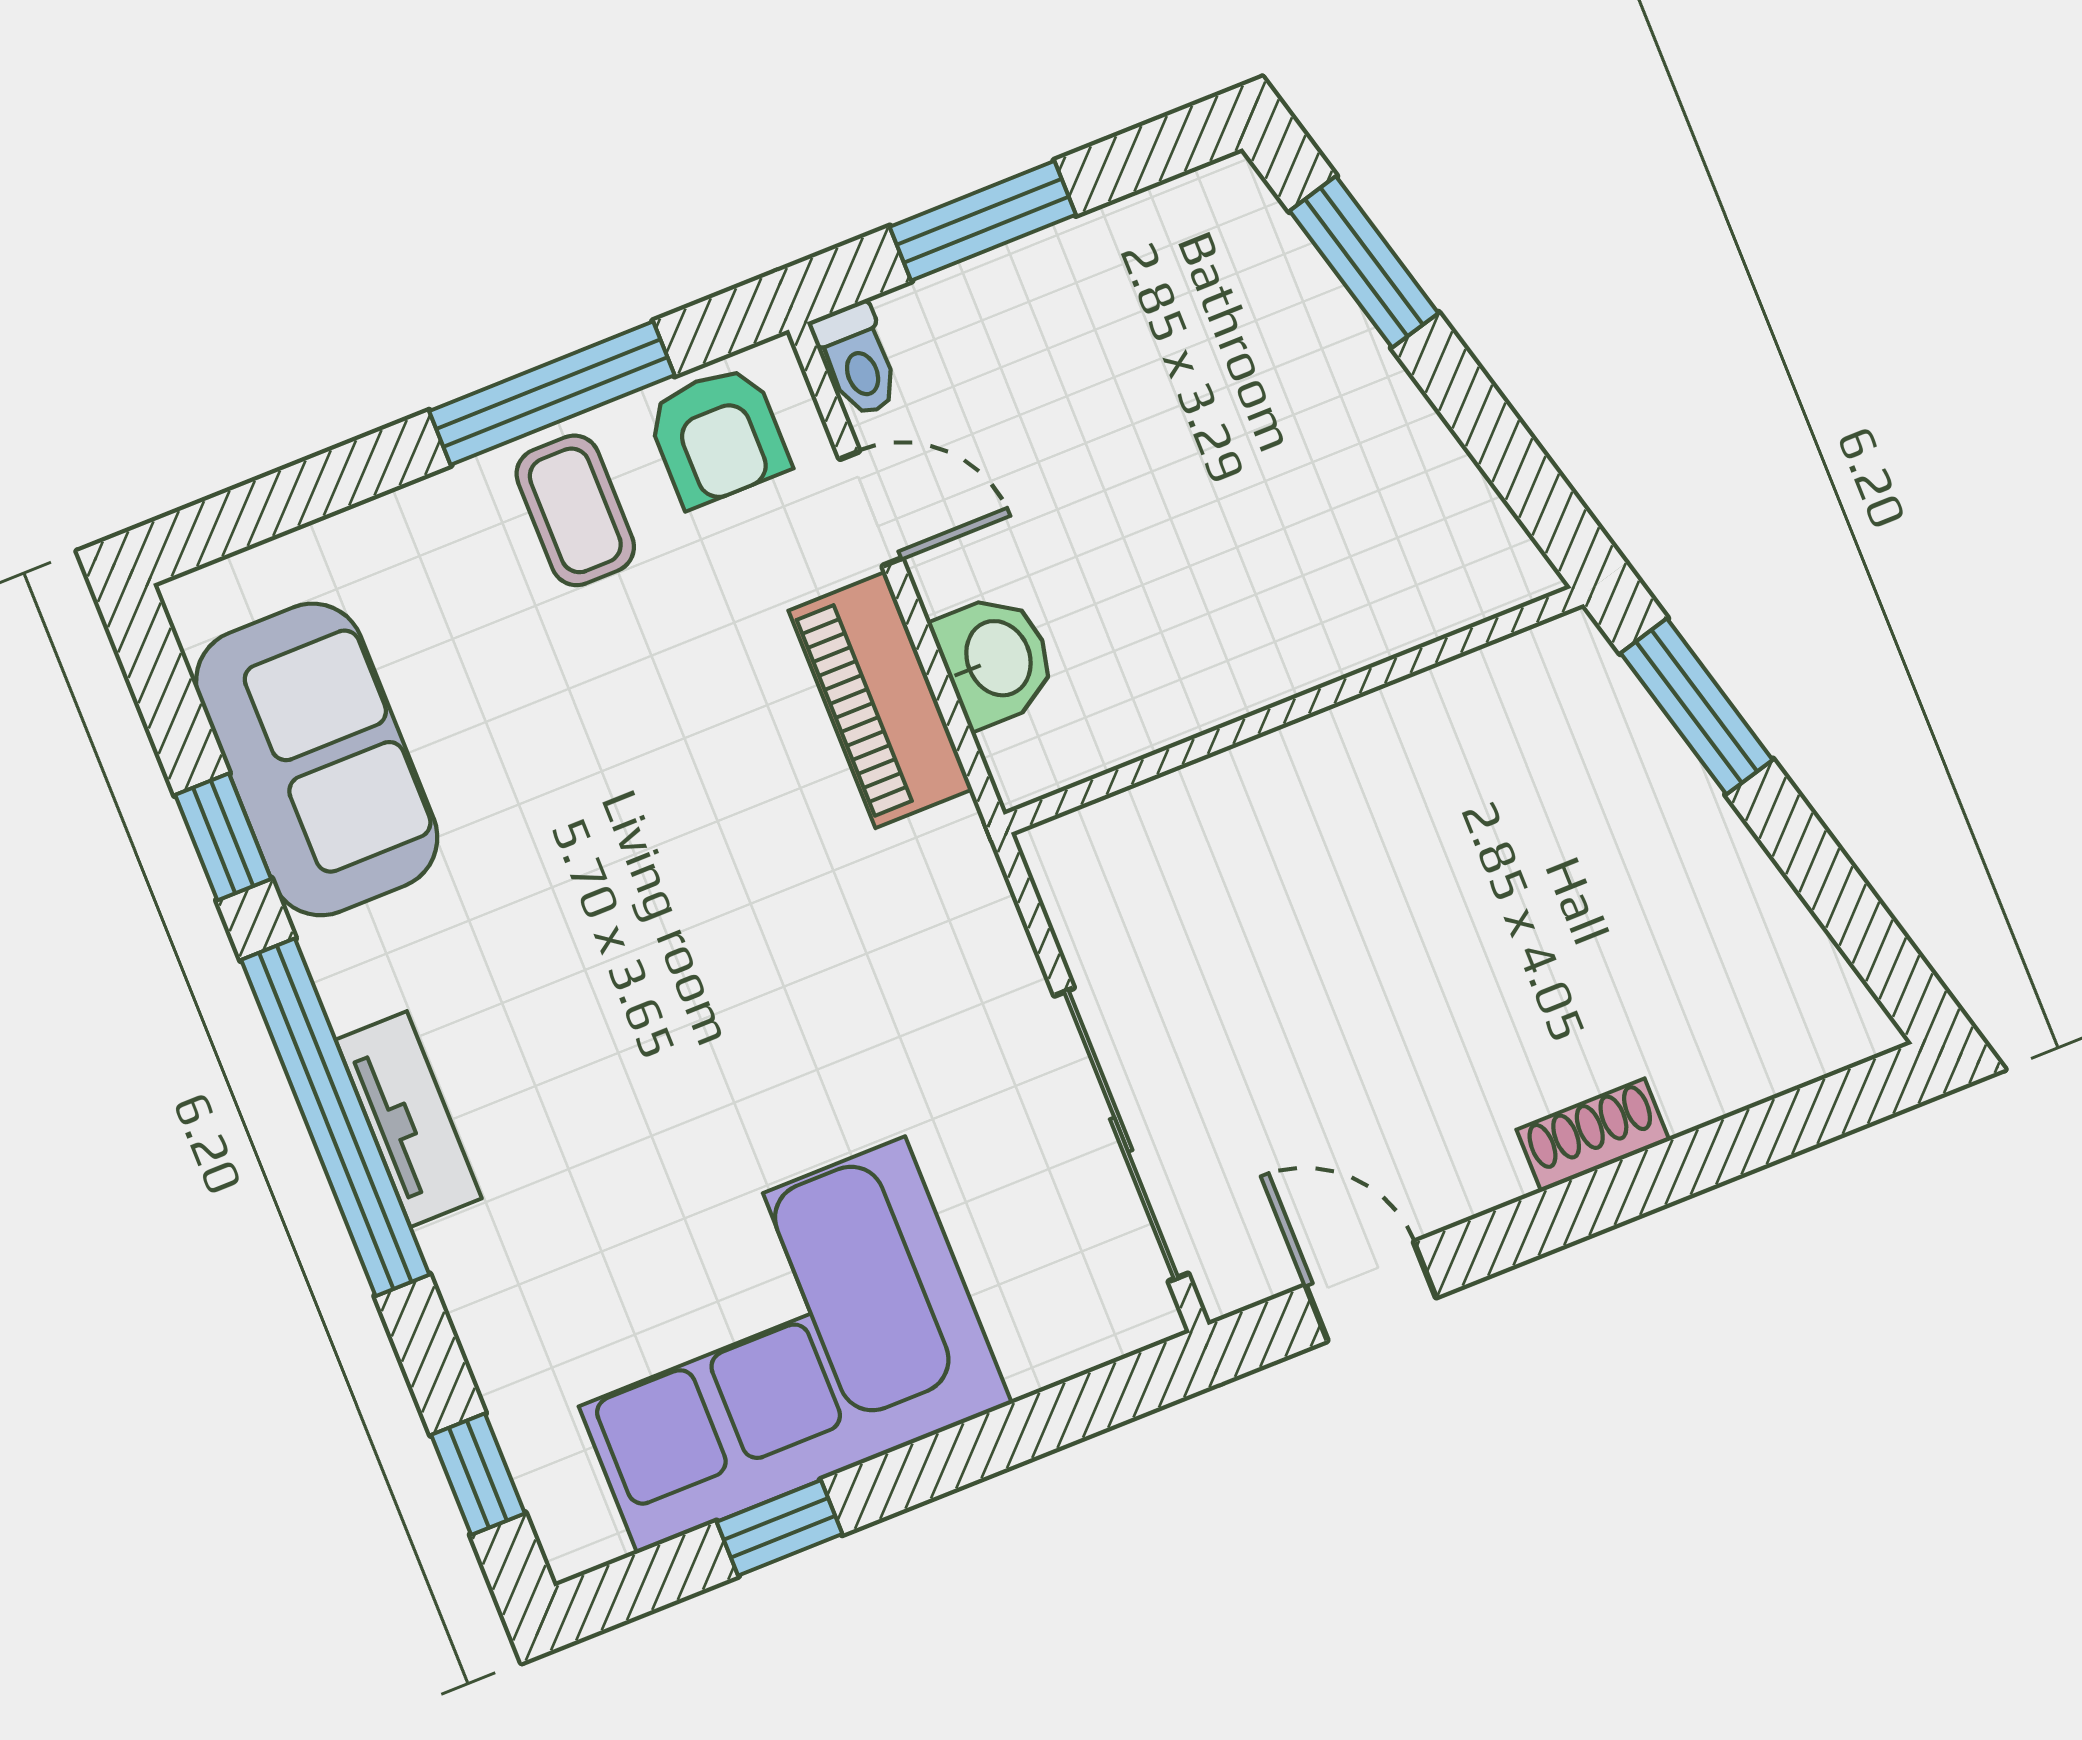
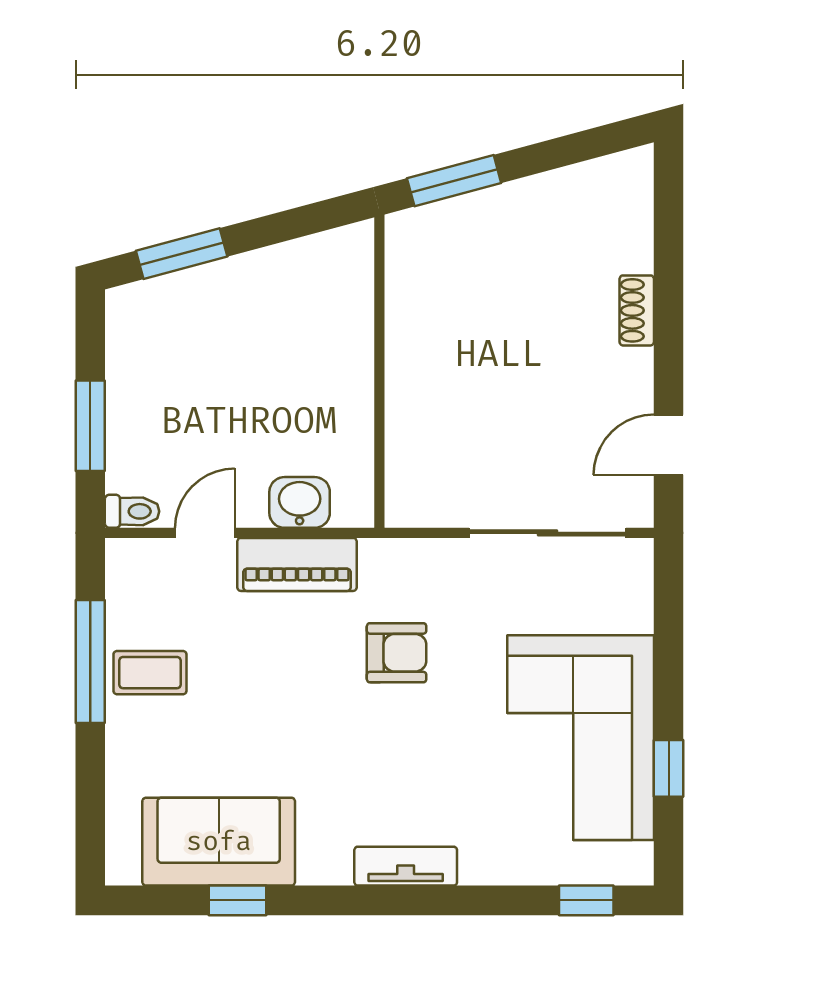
armchair: (718, 436) -> (397, 653), moved
window: (335, 1117) -> (391, 900), removed

